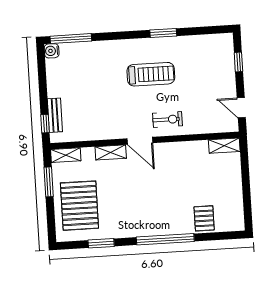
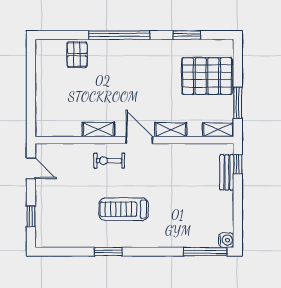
shelving: (224, 146) -> (98, 130), moved
pallet: (79, 206) -> (207, 76), turned 90

